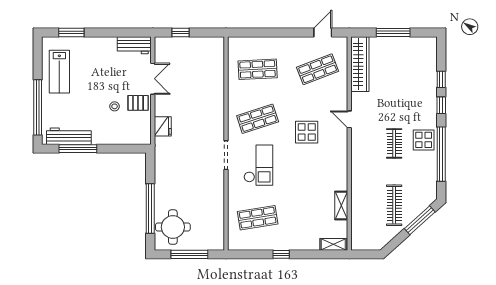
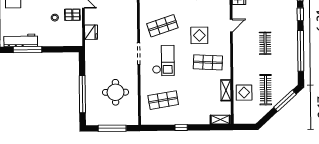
door: (349, 119) -> (231, 26), swing flipped
display table: (424, 140) -> (244, 93), moved
shop shelf: (318, 168) -> (208, 62), added
round table: (173, 227) -> (116, 92), moved

